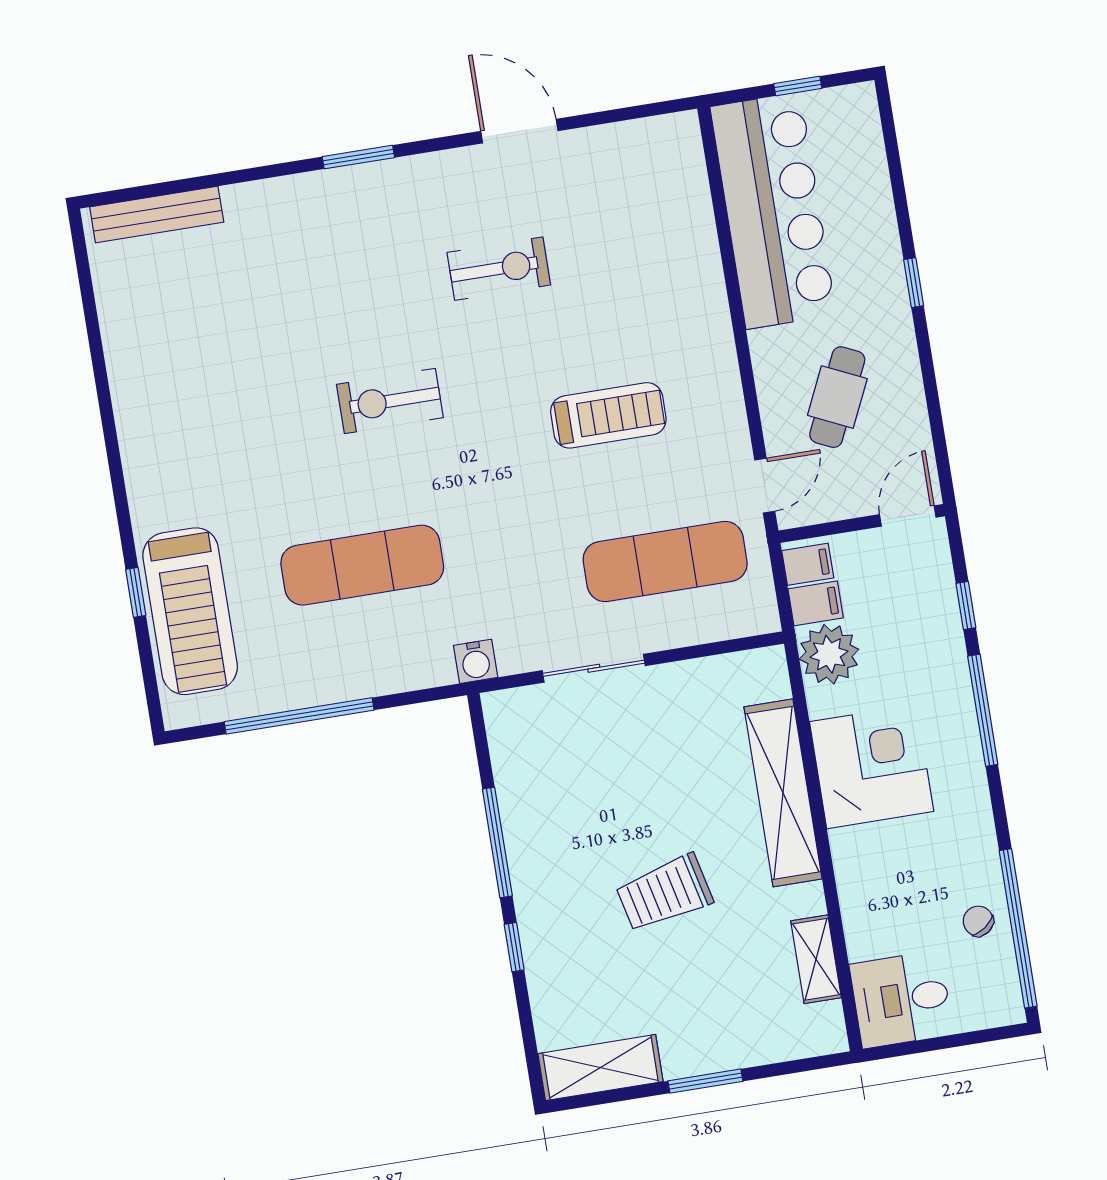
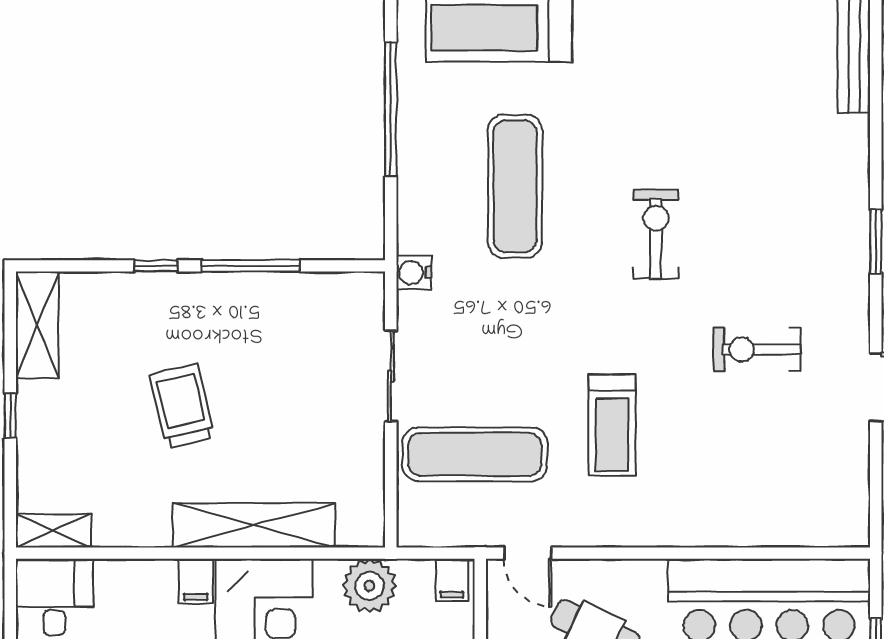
exercise bike: (499, 269) -> (757, 349), turned 90
exercise mat: (665, 561) -> (475, 454), turned 90
filing cabinet: (816, 603) -> (196, 581), moved
shelving: (816, 959) -> (53, 531), moved
window: (705, 1081) -> (10, 415), width x0.67

